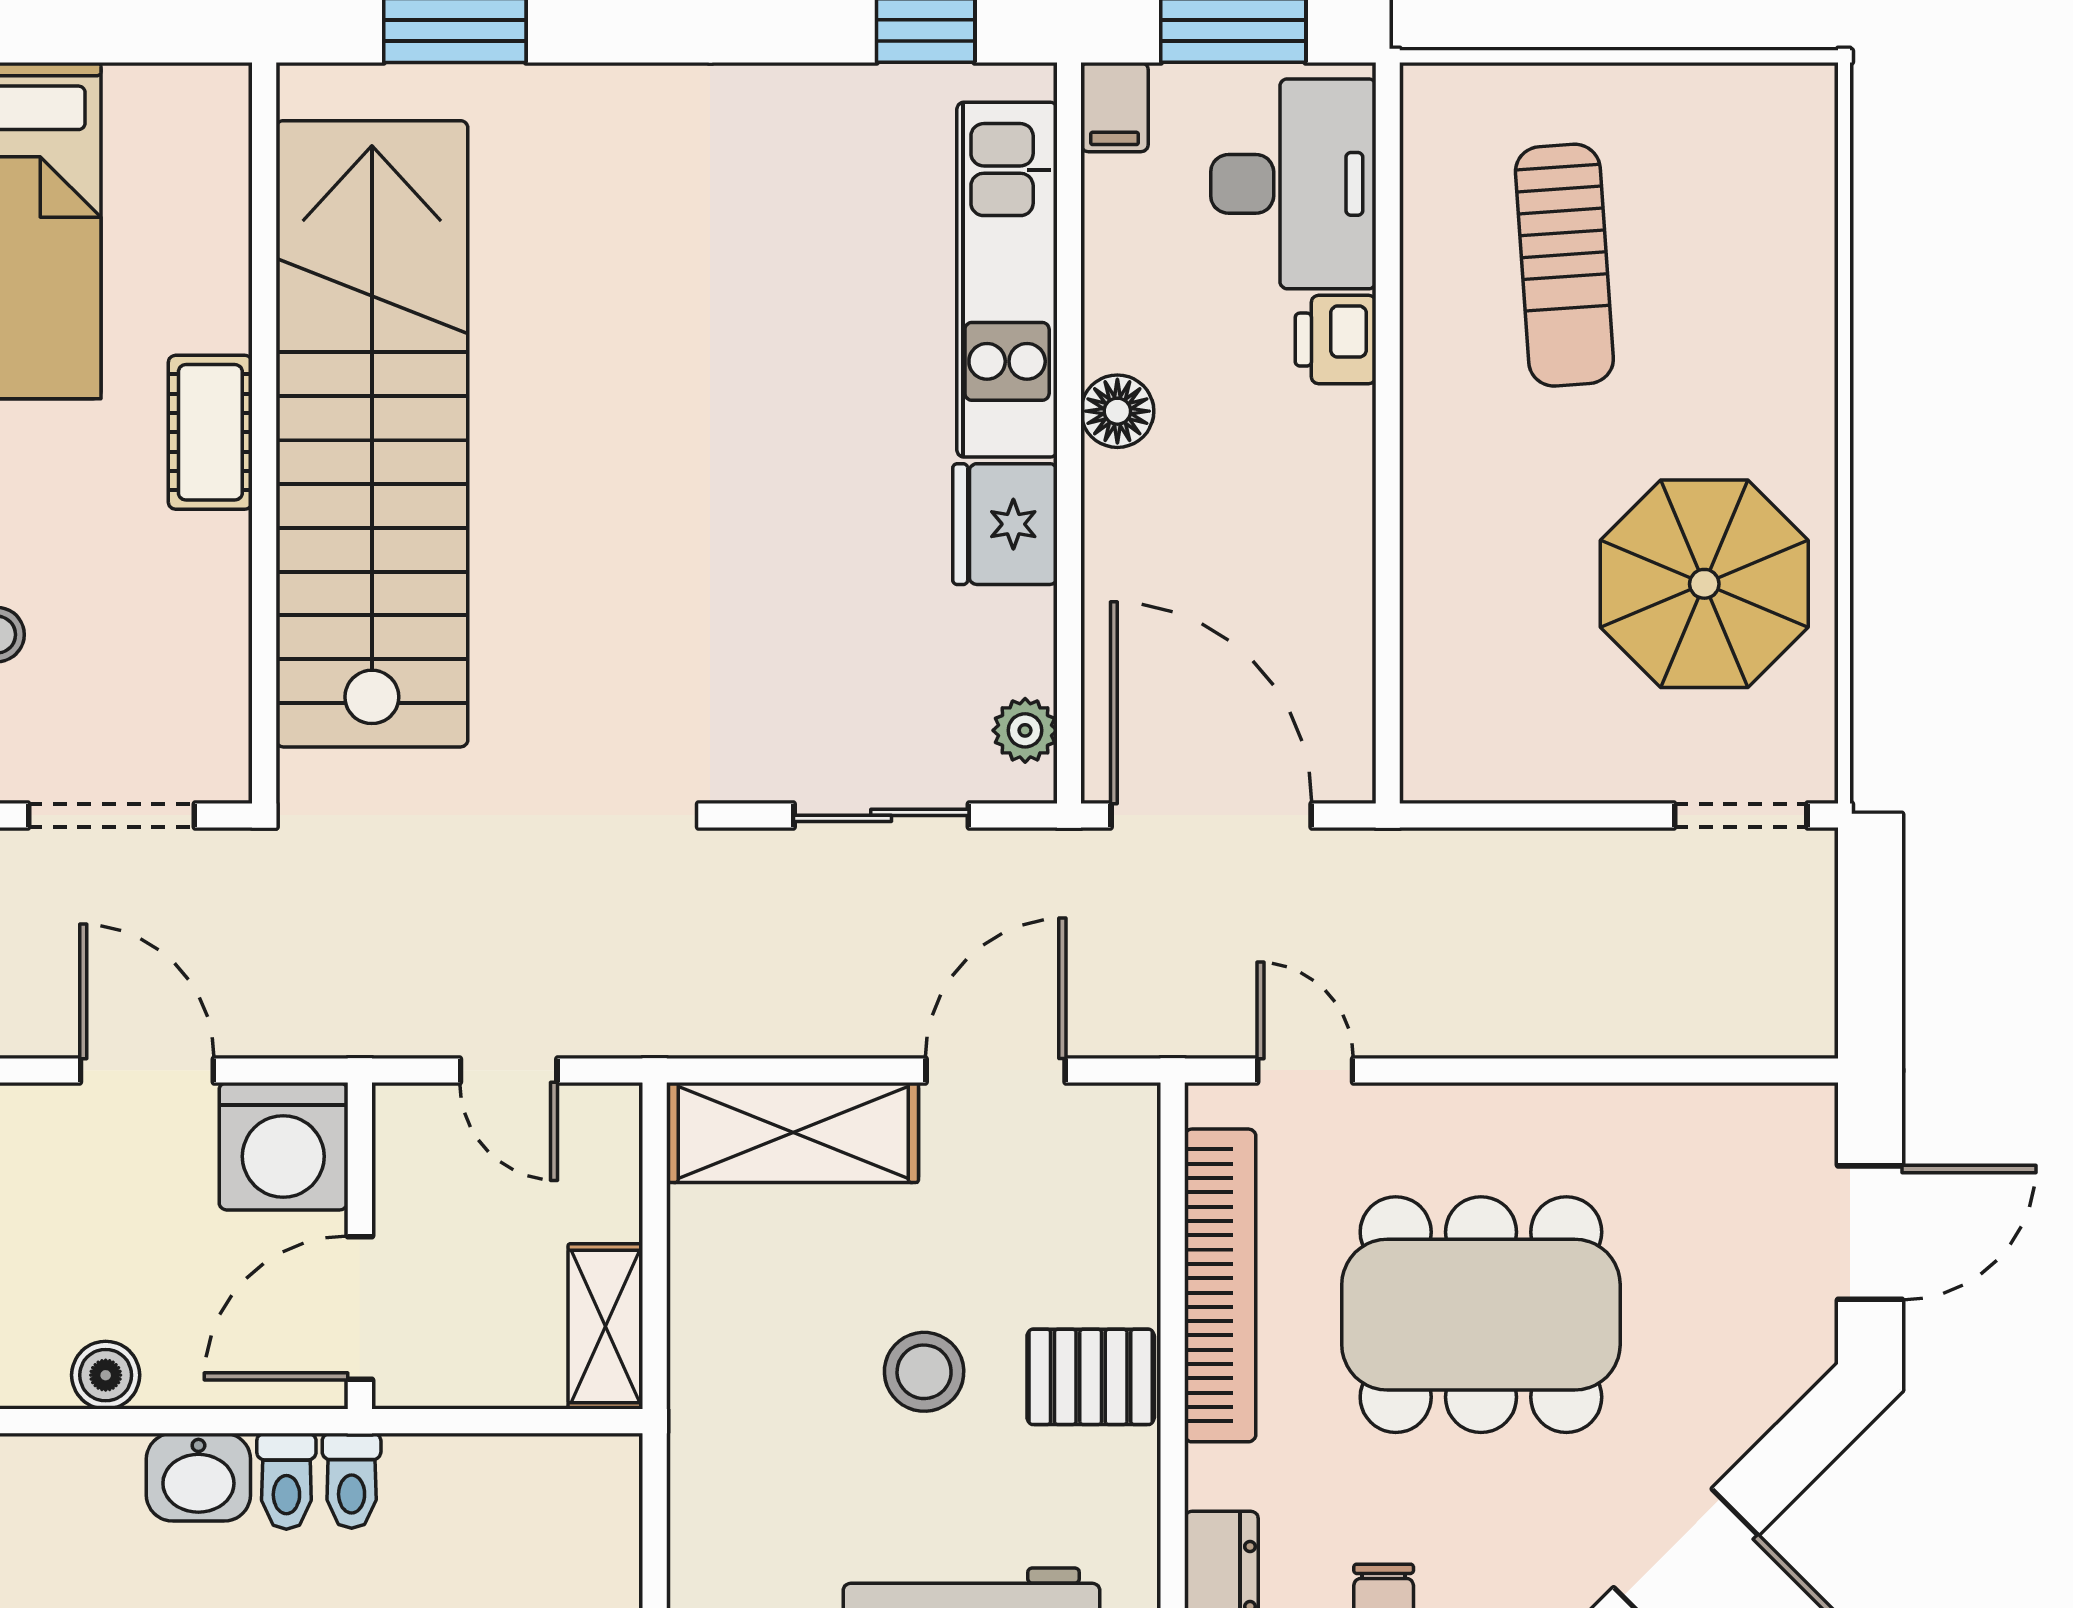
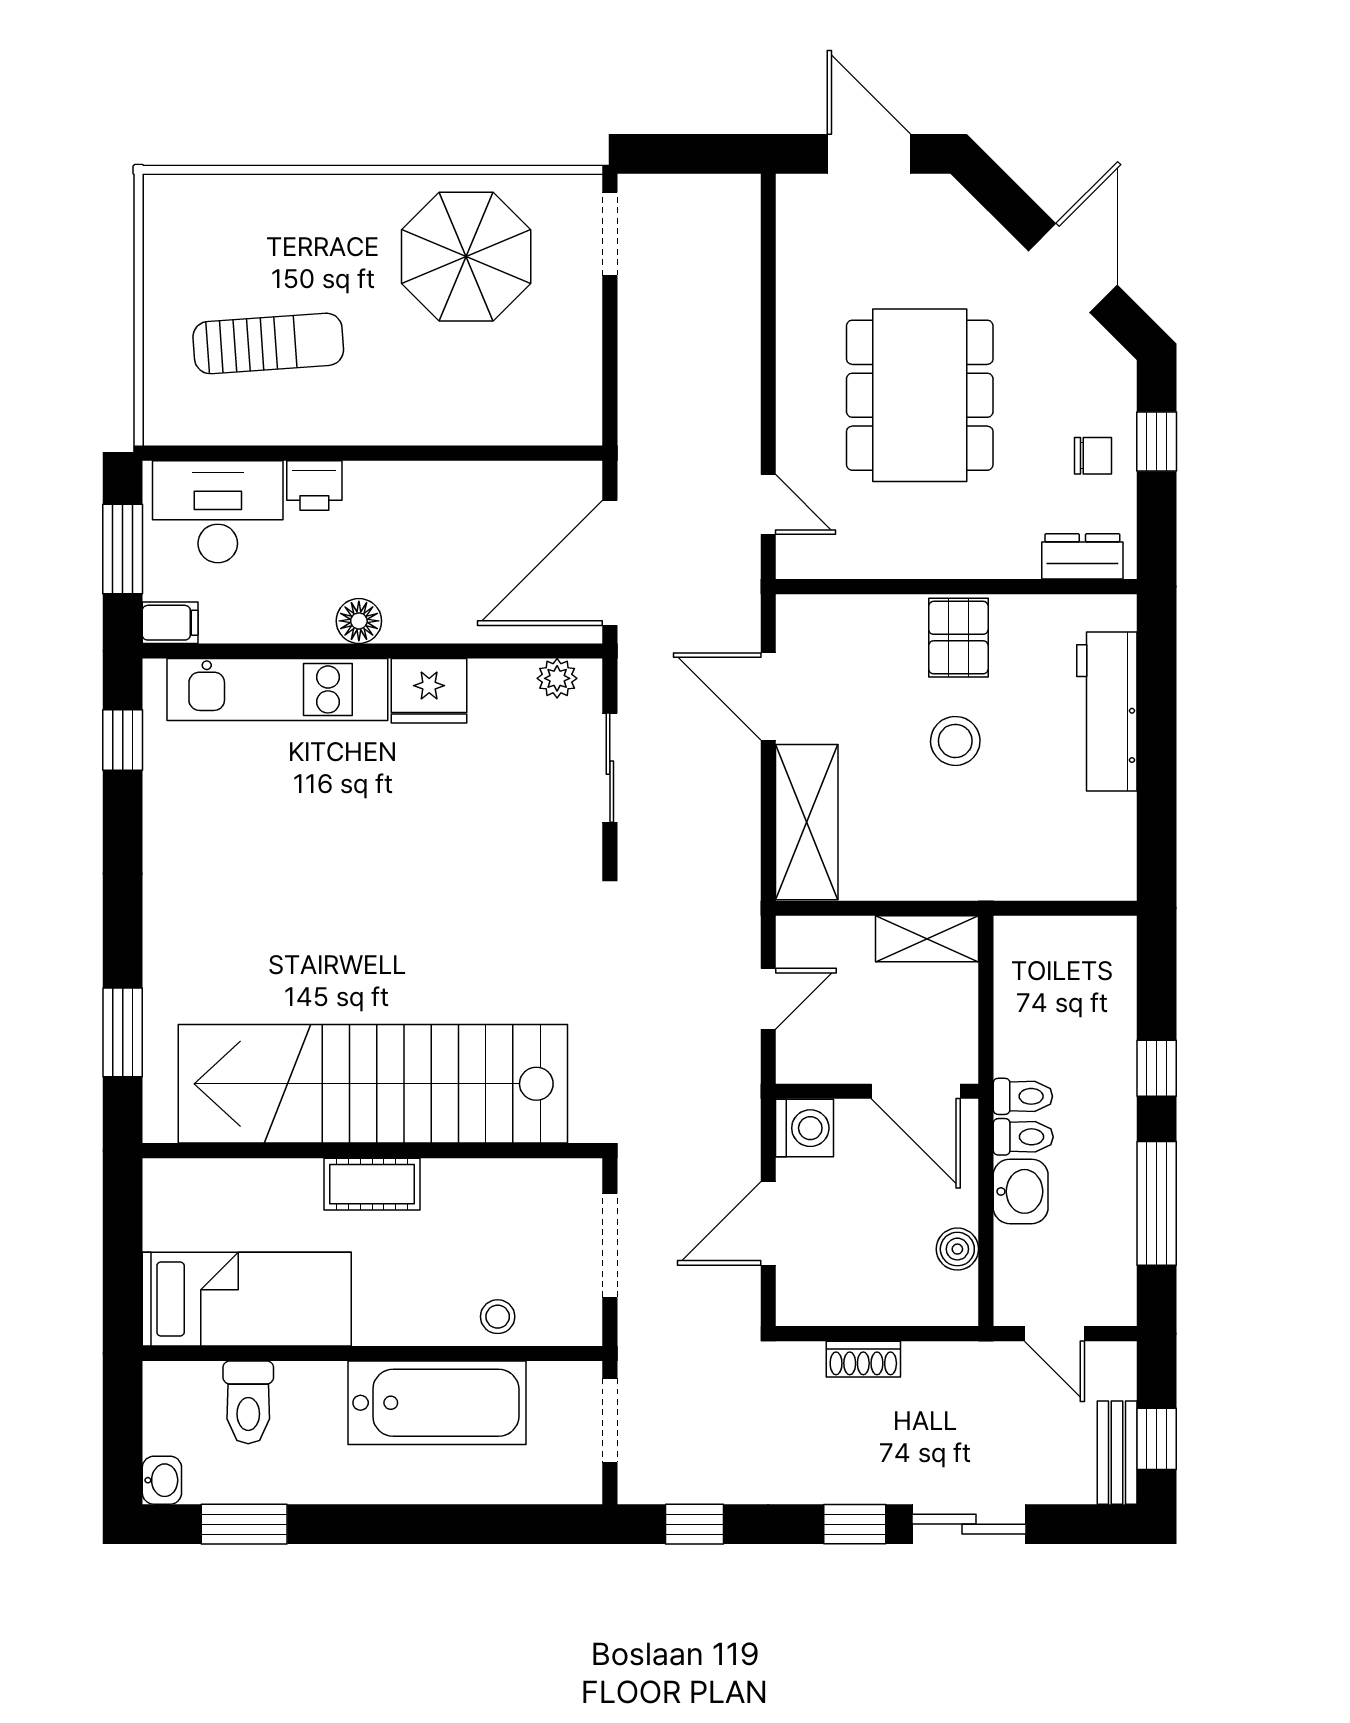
door: (1305, 1070) -> (768, 504), swing flipped
washing machine: (283, 1146) -> (805, 1128), width x0.73, depth x0.73
bookcase: (1220, 1285) -> (902, 557), removed

